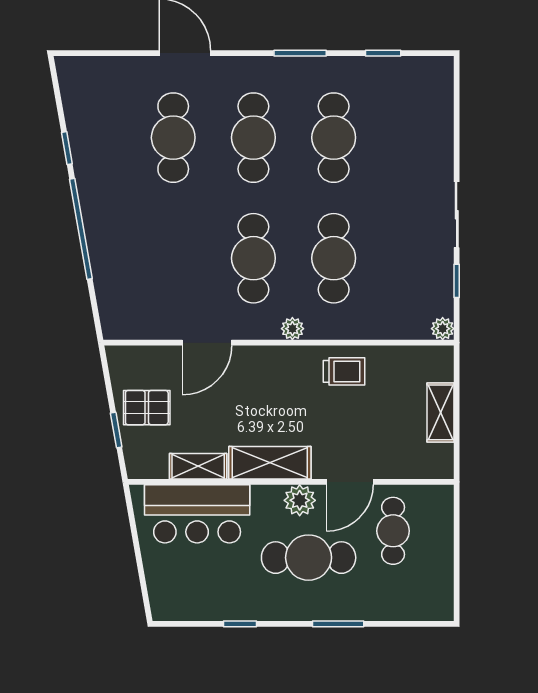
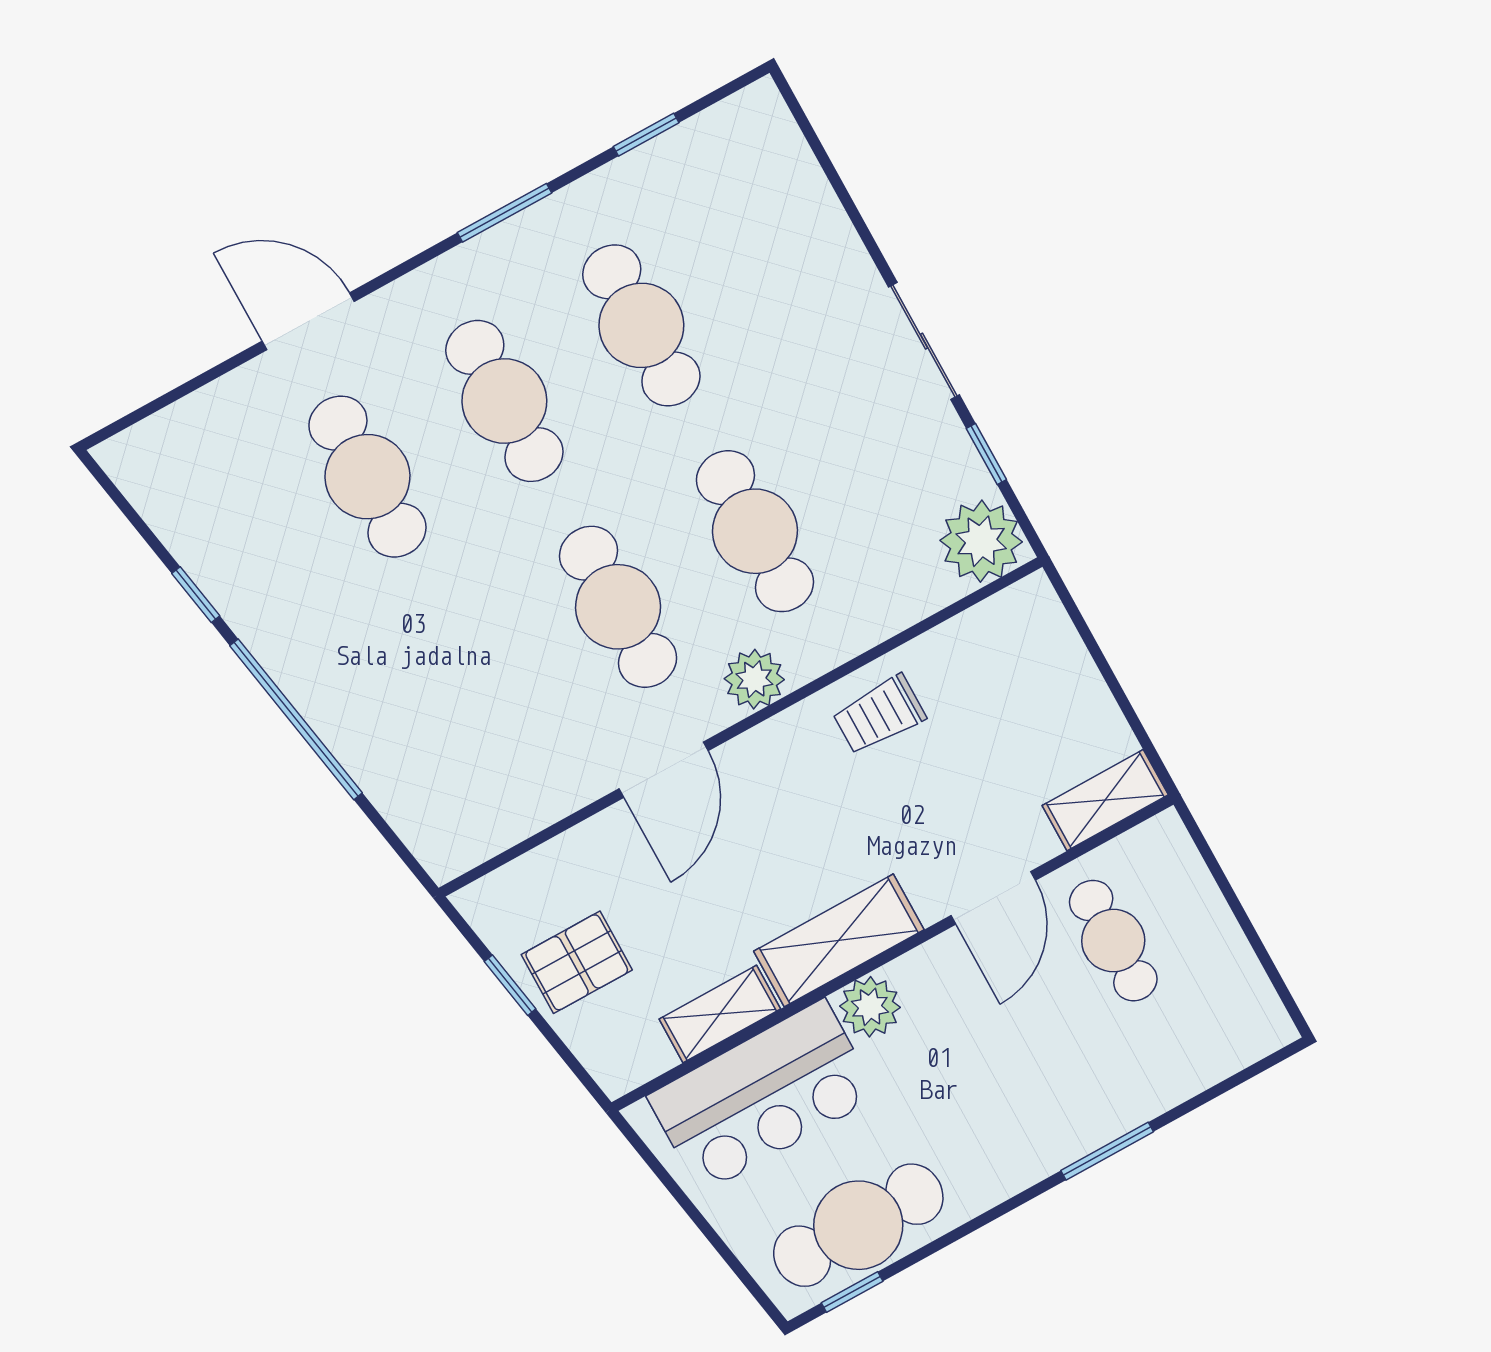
plant: (292, 329) -> (754, 679), width x1.38, depth x1.38
plant: (443, 329) -> (981, 541), width x1.88, depth x1.88
door: (207, 343) -> (664, 770), moved
trolley: (344, 371) -> (879, 715), turned 180
shelving: (441, 412) -> (1105, 800), moved, turned 90
window: (116, 430) -> (510, 985), moved
plant: (300, 500) -> (870, 1007), moved
cafe table: (309, 558) -> (858, 1225), moved
window: (240, 624) -> (852, 1292), moved

